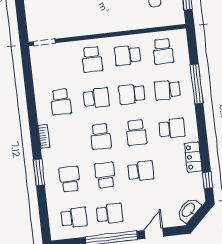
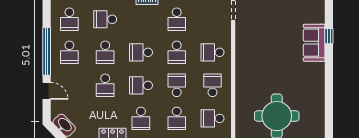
school desk: (167, 90) -> (177, 118), turned 180
school desk: (61, 102) -> (177, 19), turned -90
school desk: (105, 175) -> (105, 52), turned 90
school desk: (70, 179) -> (105, 19), turned 180

